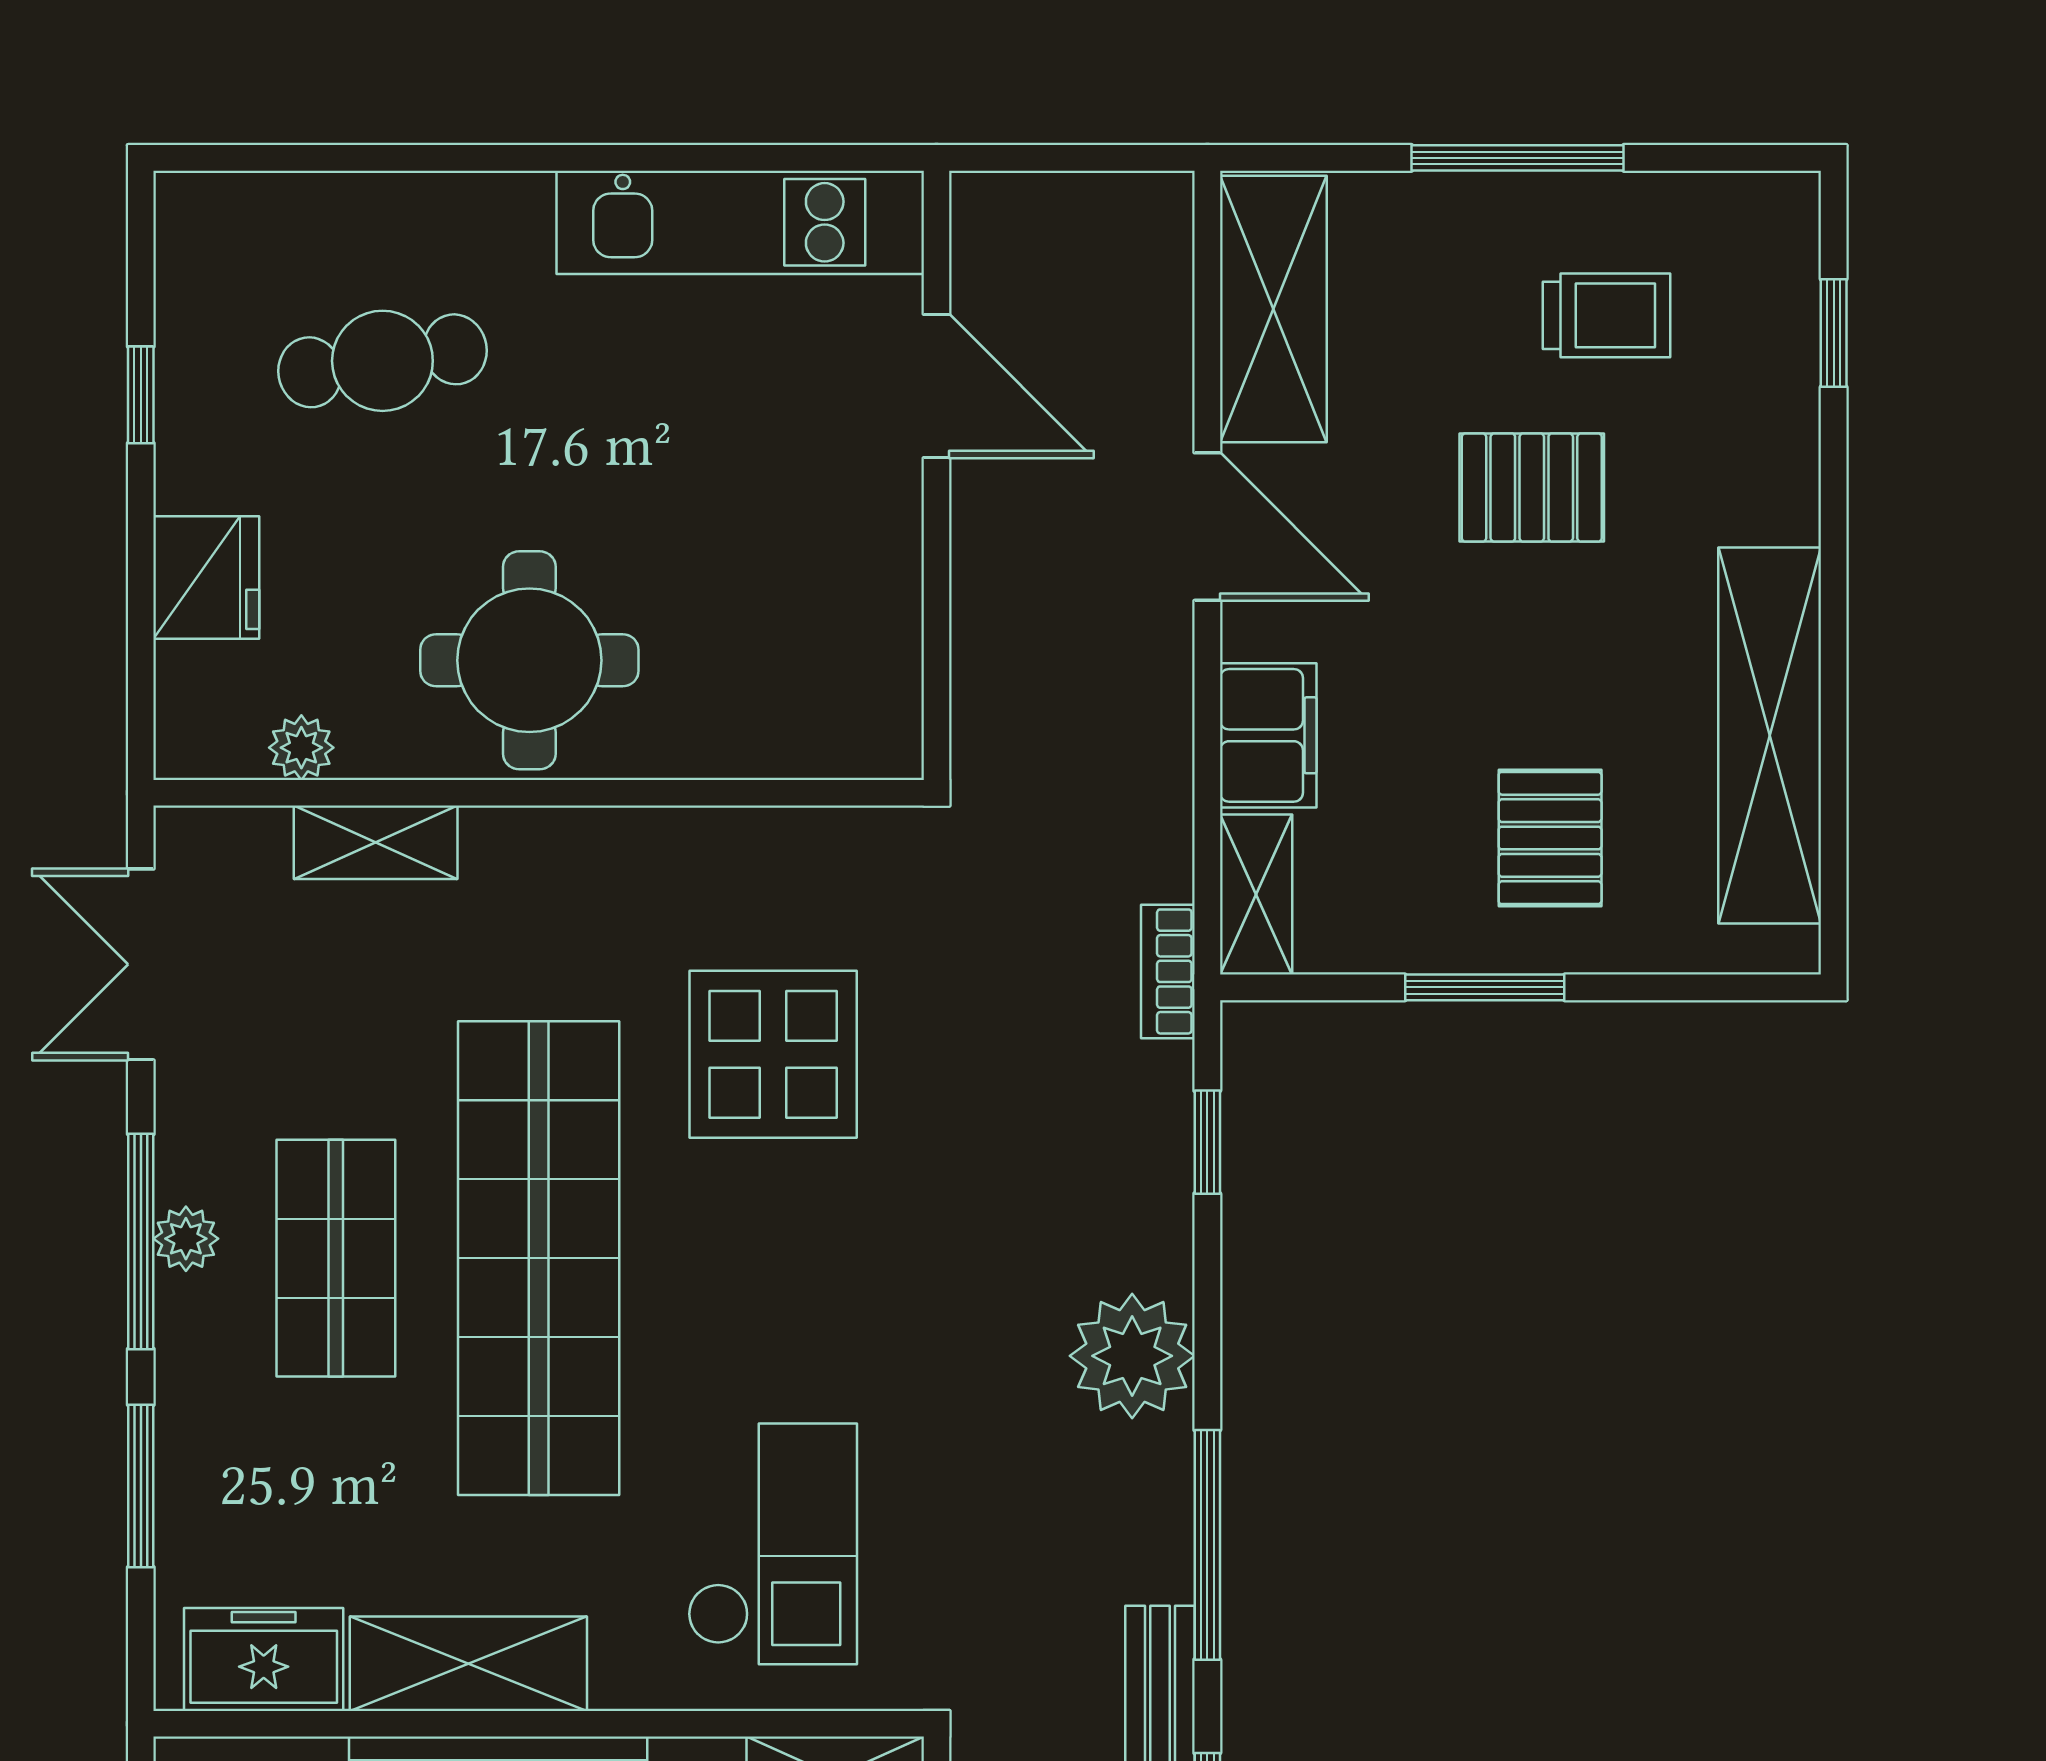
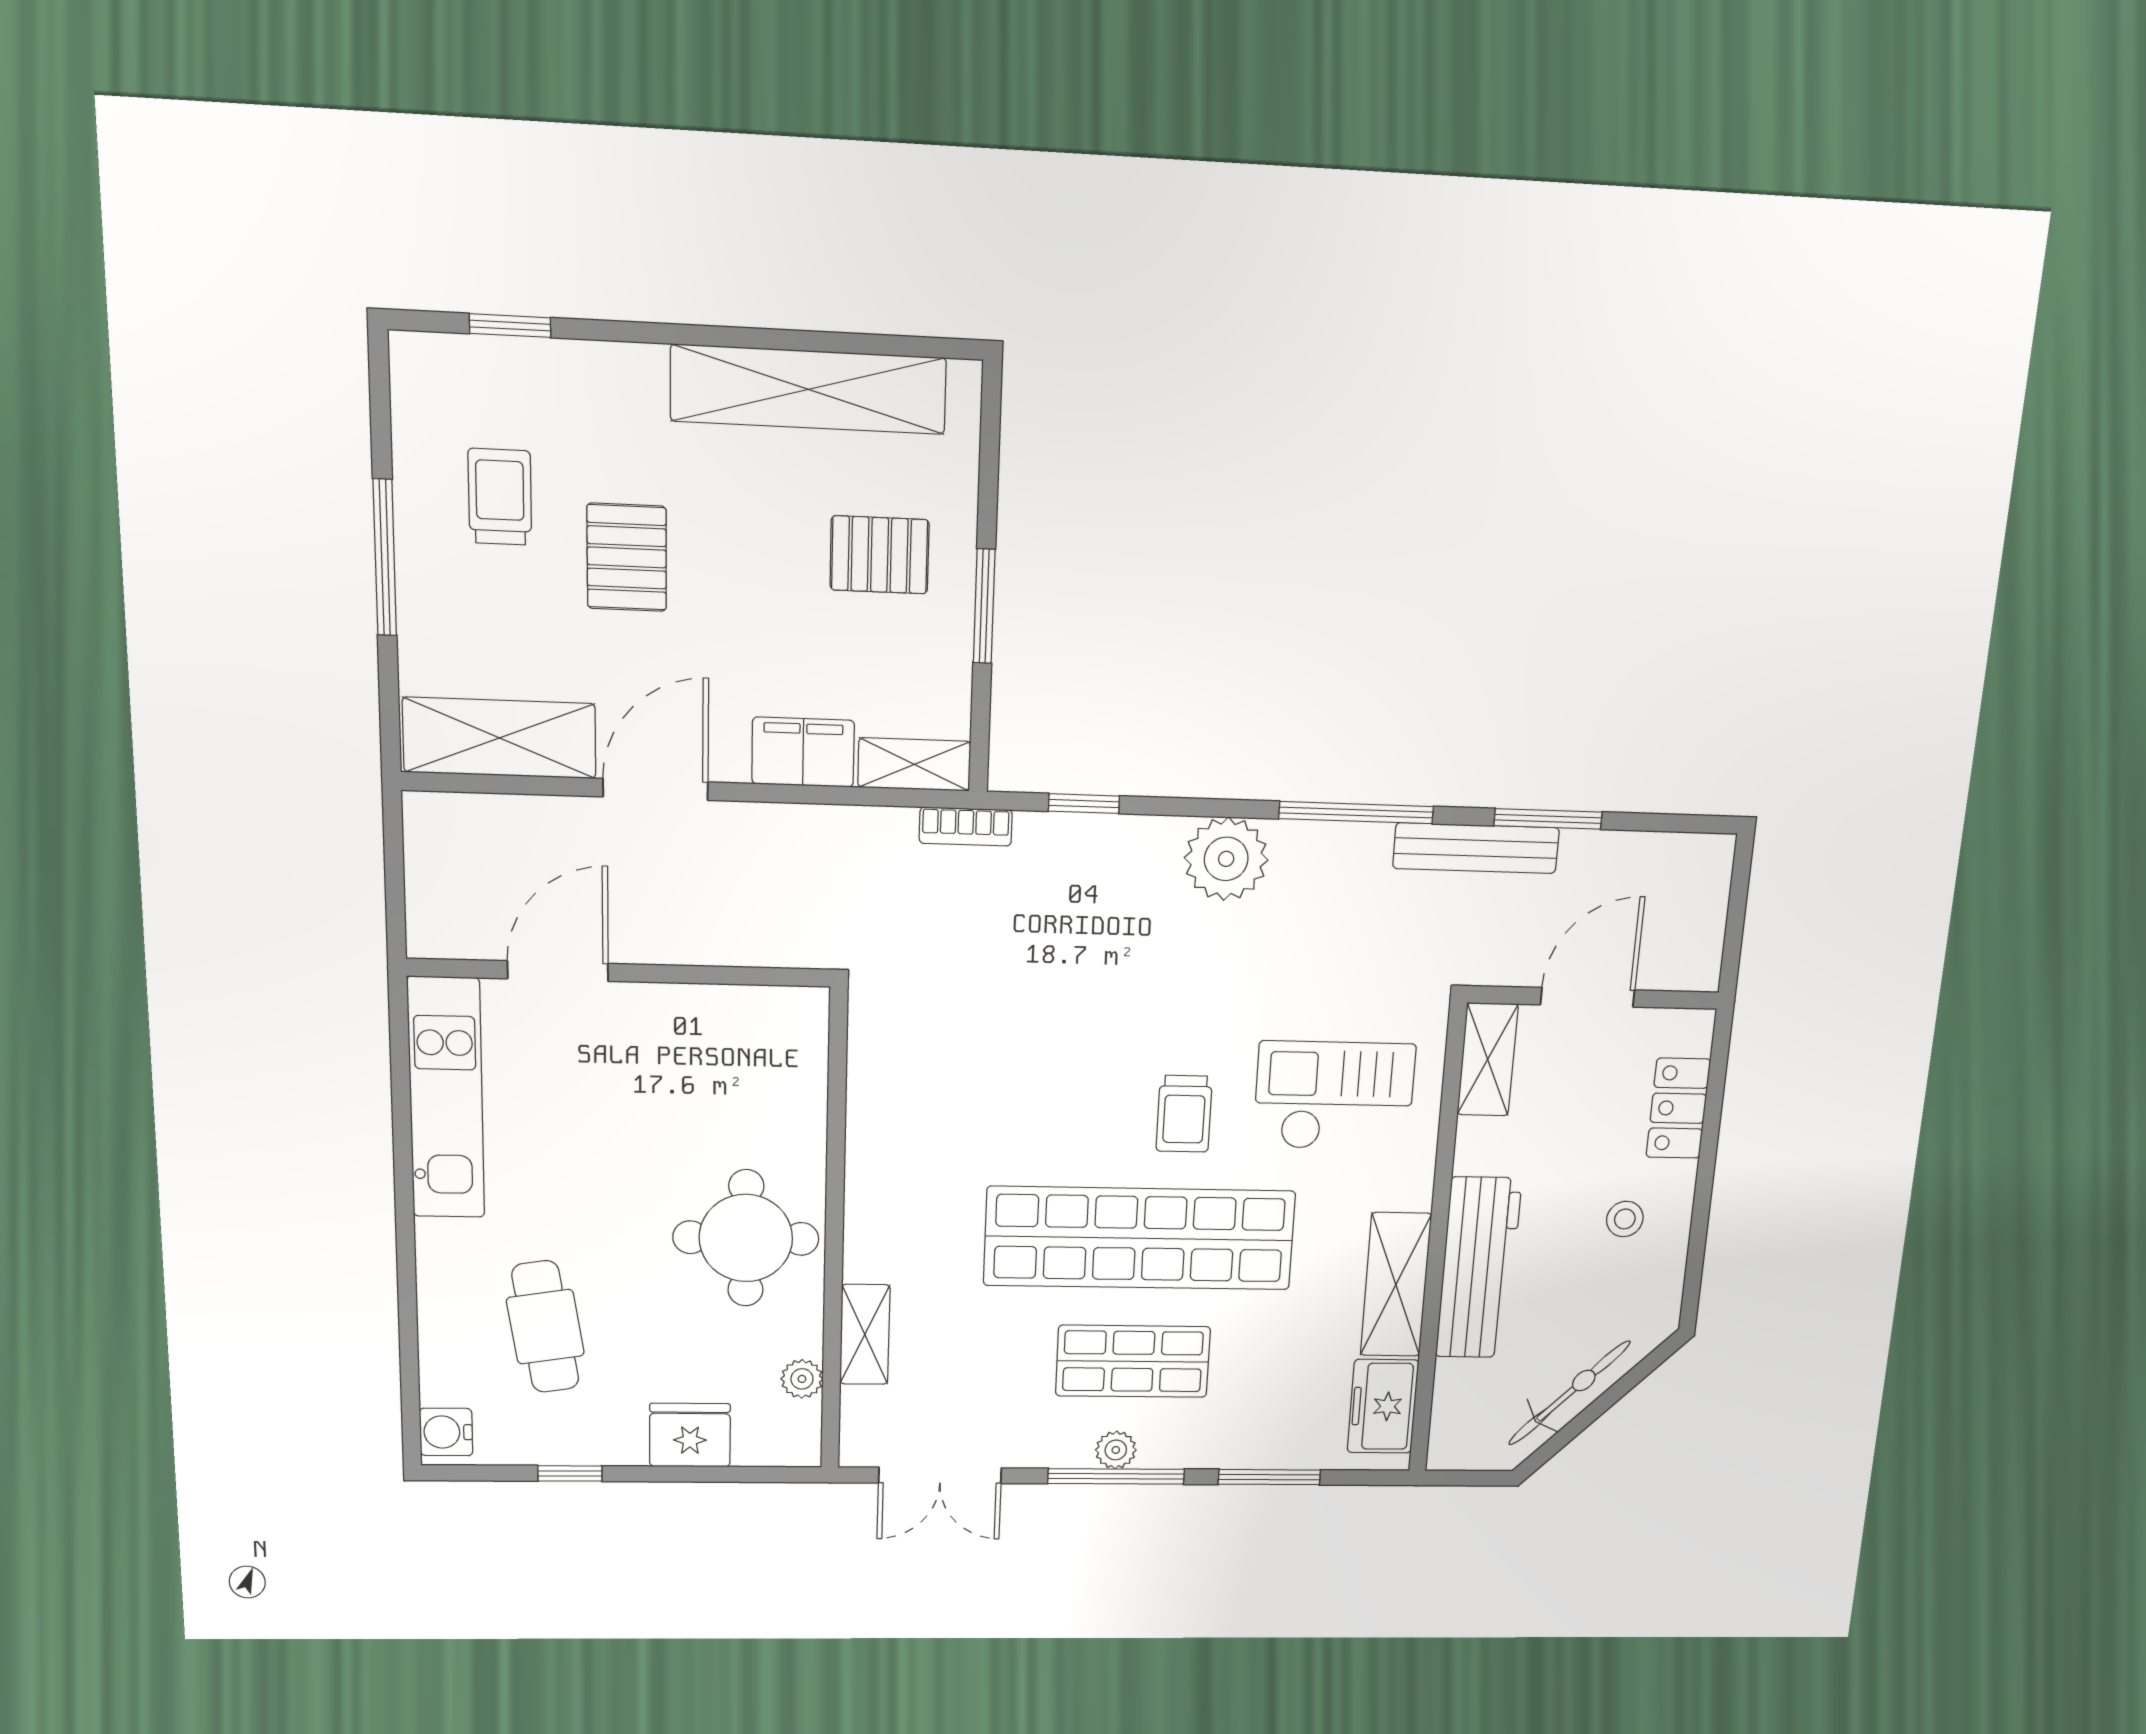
water cooler: (209, 210) -> (446, 1432), added
display table: (773, 1054) -> (1013, 1089), removed
trolley: (739, 1316) -> (1184, 1114), added

